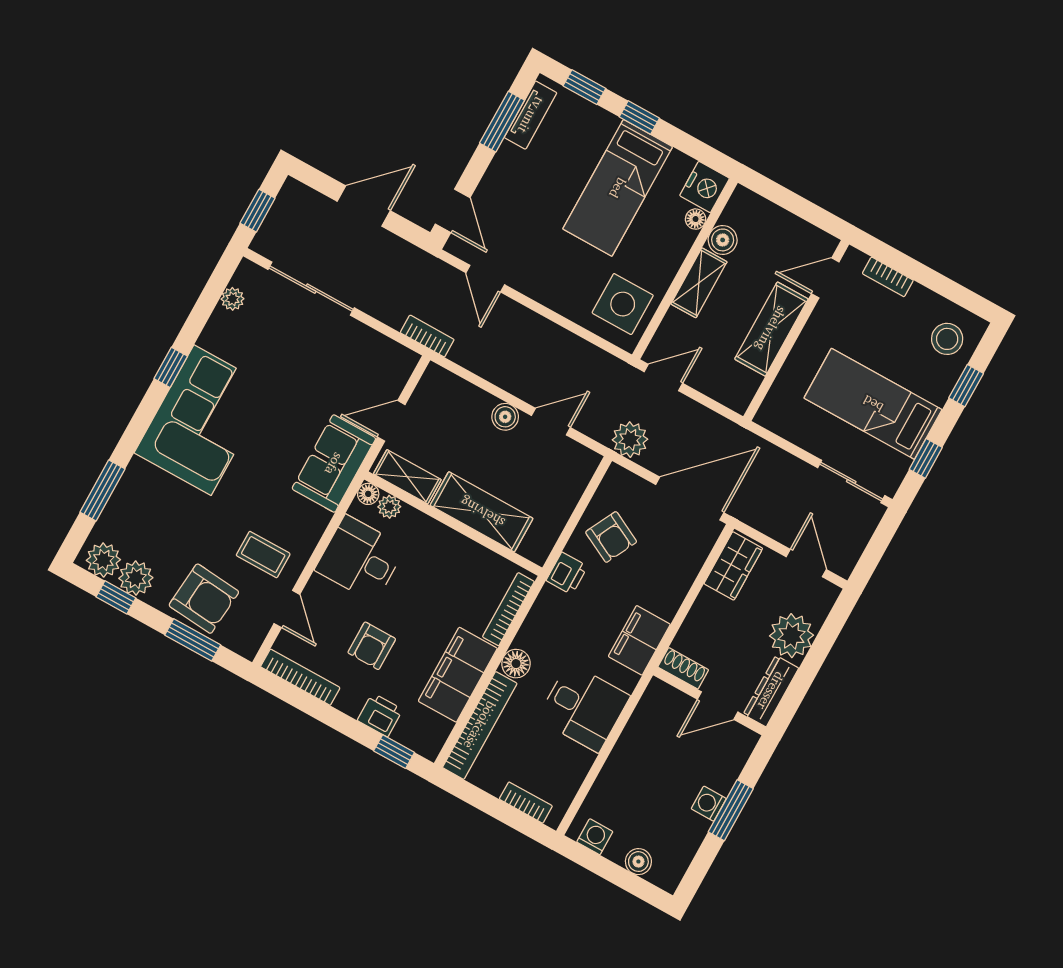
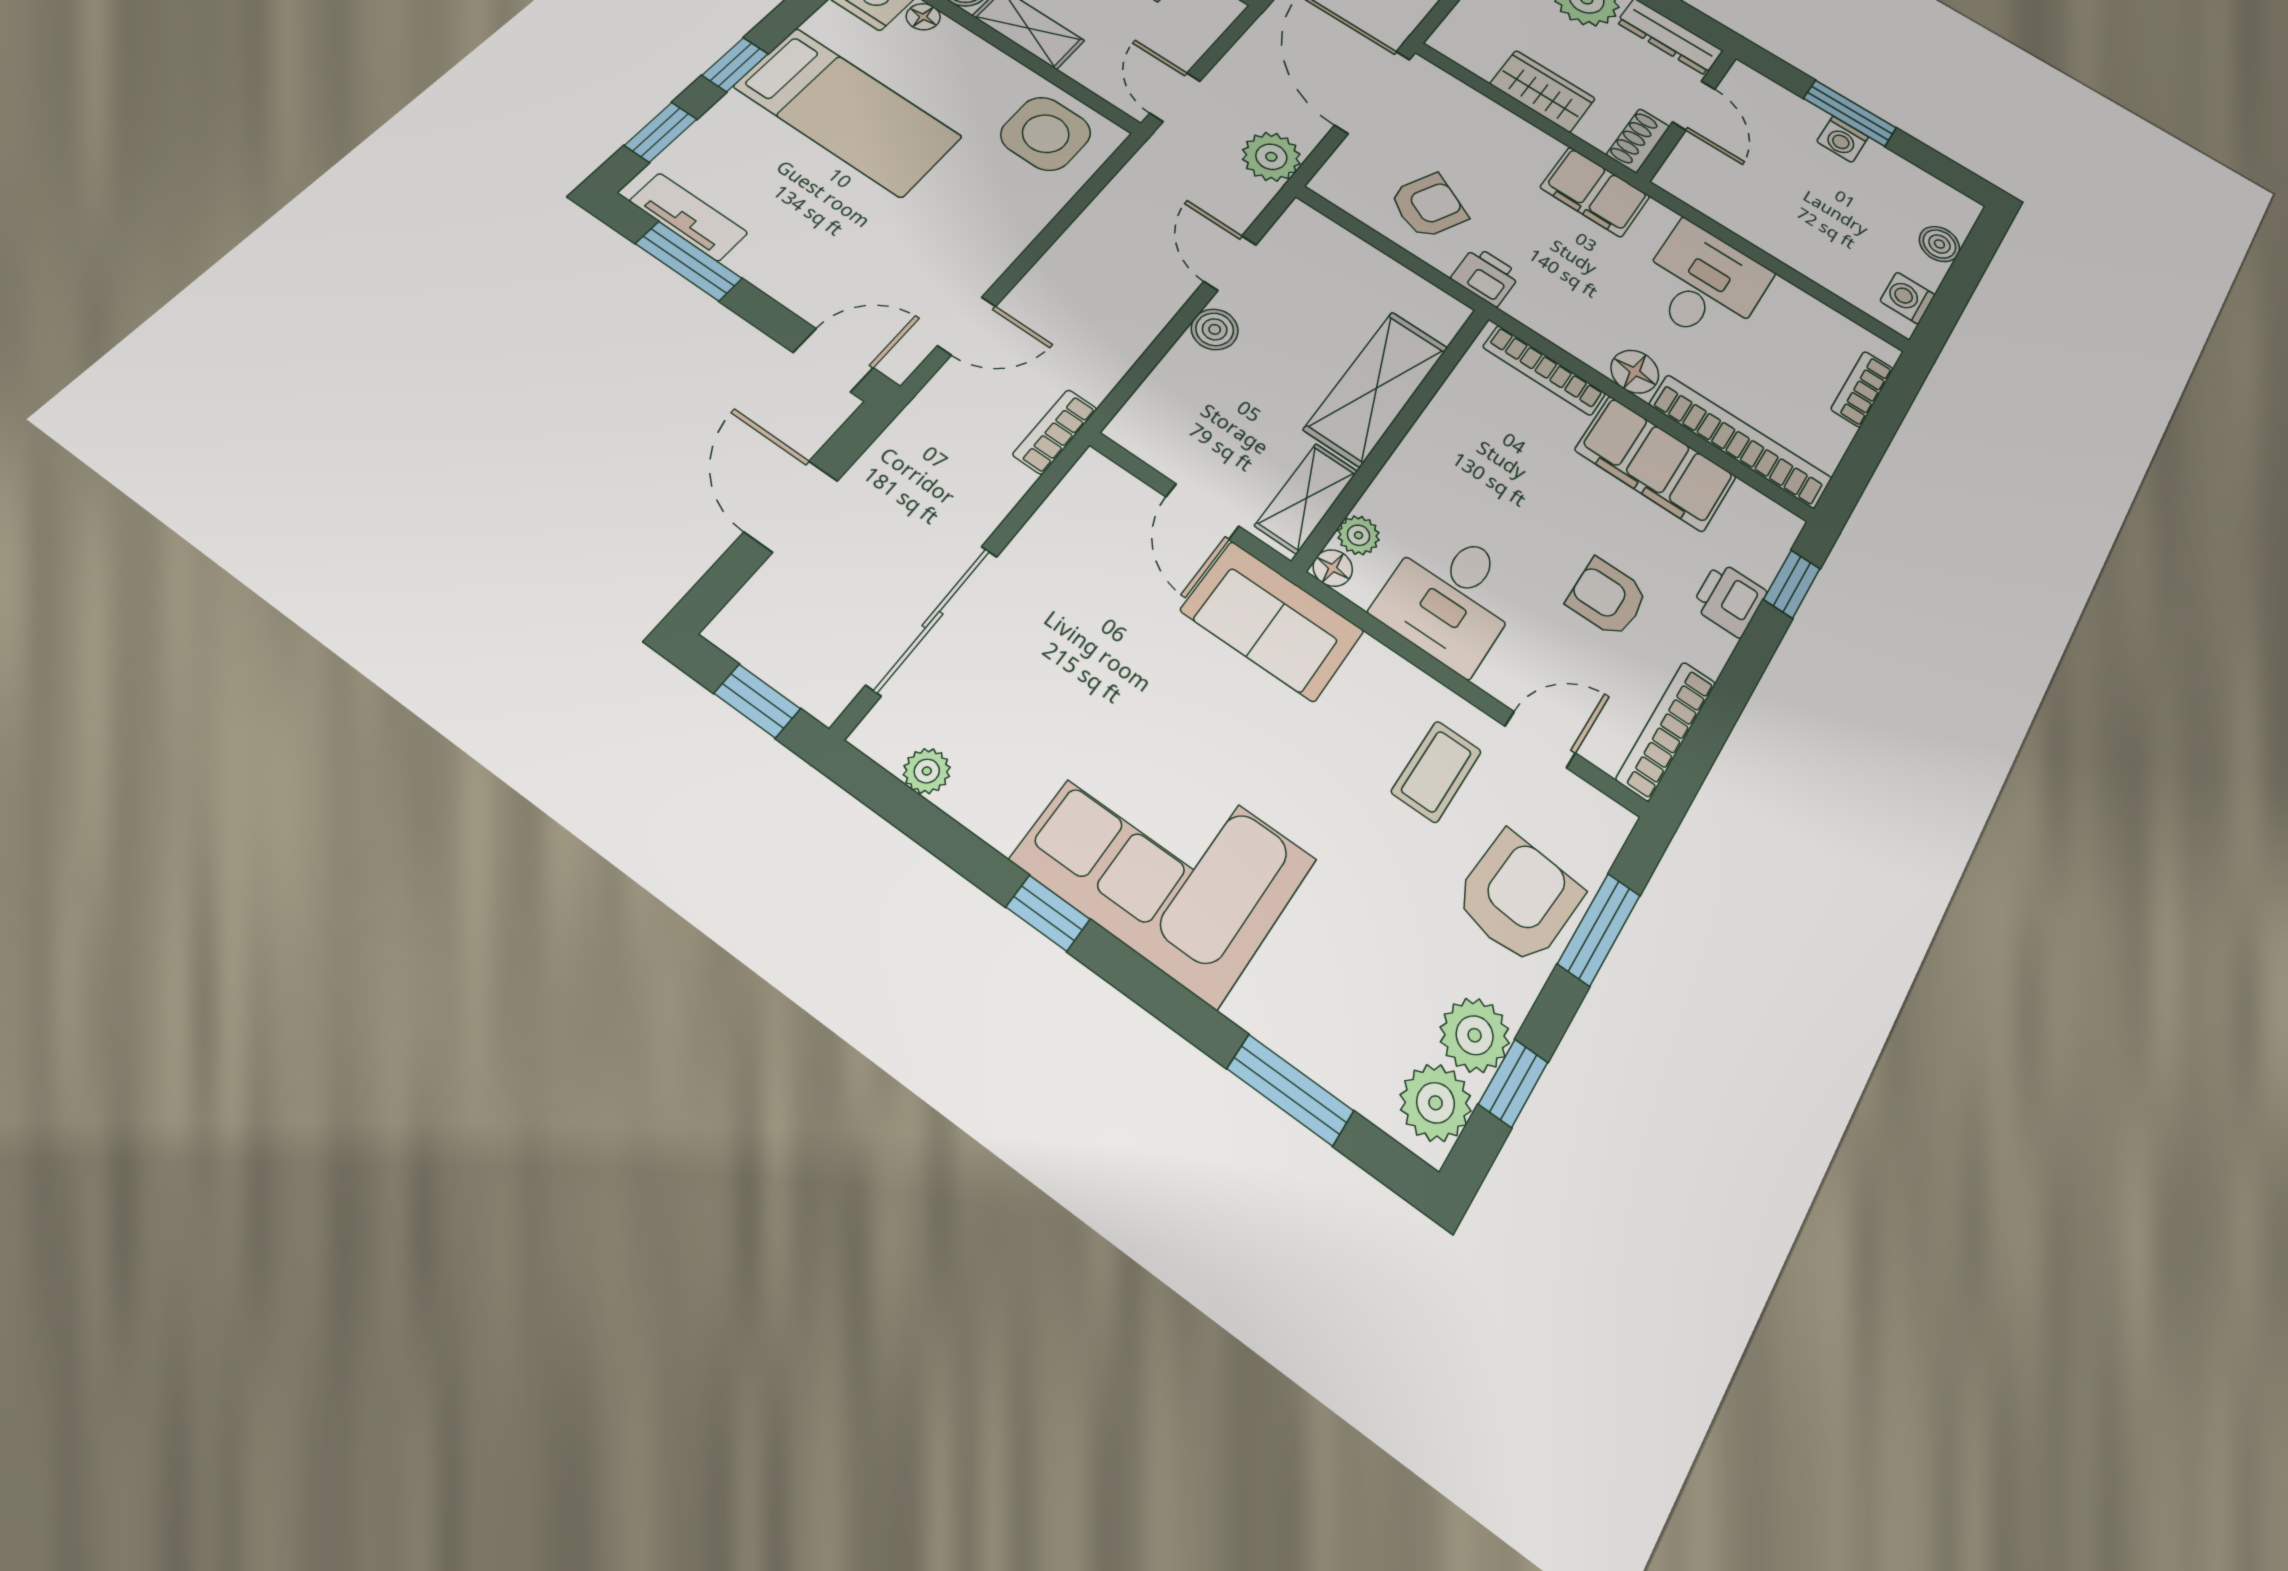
wardrobe: (733, 566) -> (1543, 91), moved
armchair: (372, 646) -> (1607, 597), turned 180

